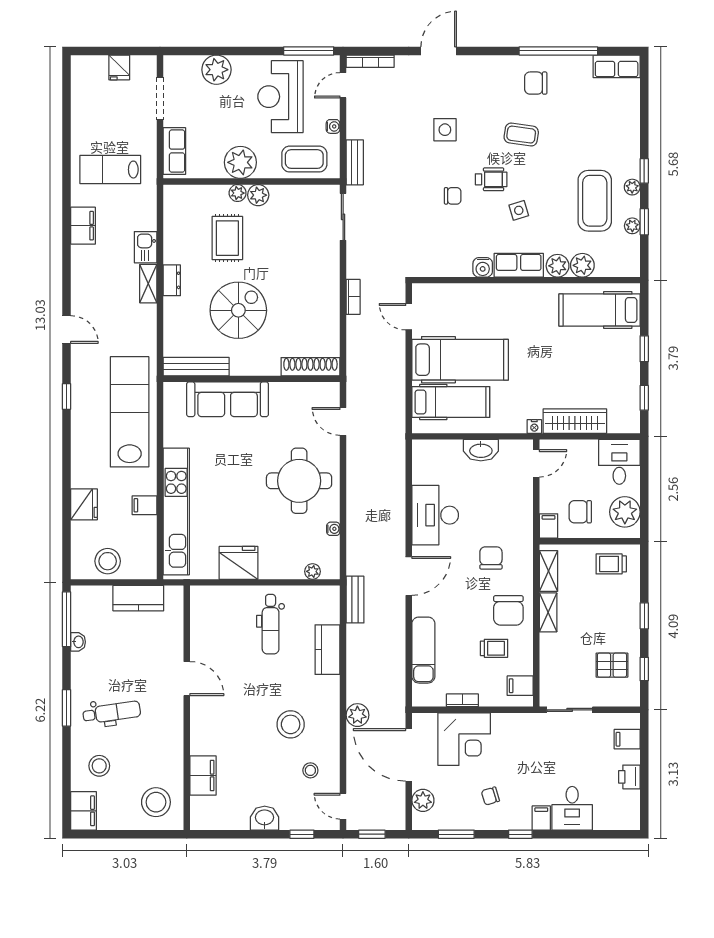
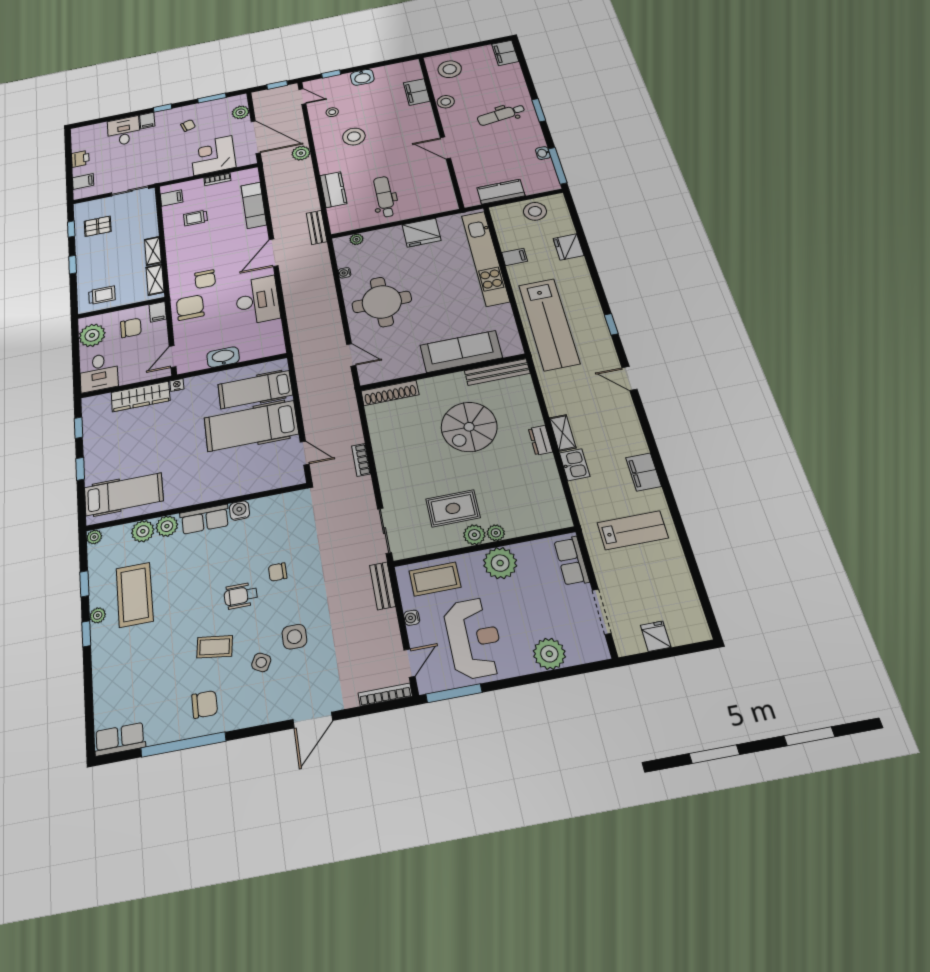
side table: (519, 210) -> (261, 662), moved, turned 45
plant: (632, 226) -> (94, 537), moved
rug: (227, 238) -> (453, 508), moved, turned 90
chair: (508, 610) -> (190, 308), moved
stool: (99, 766) -> (446, 102), moved

